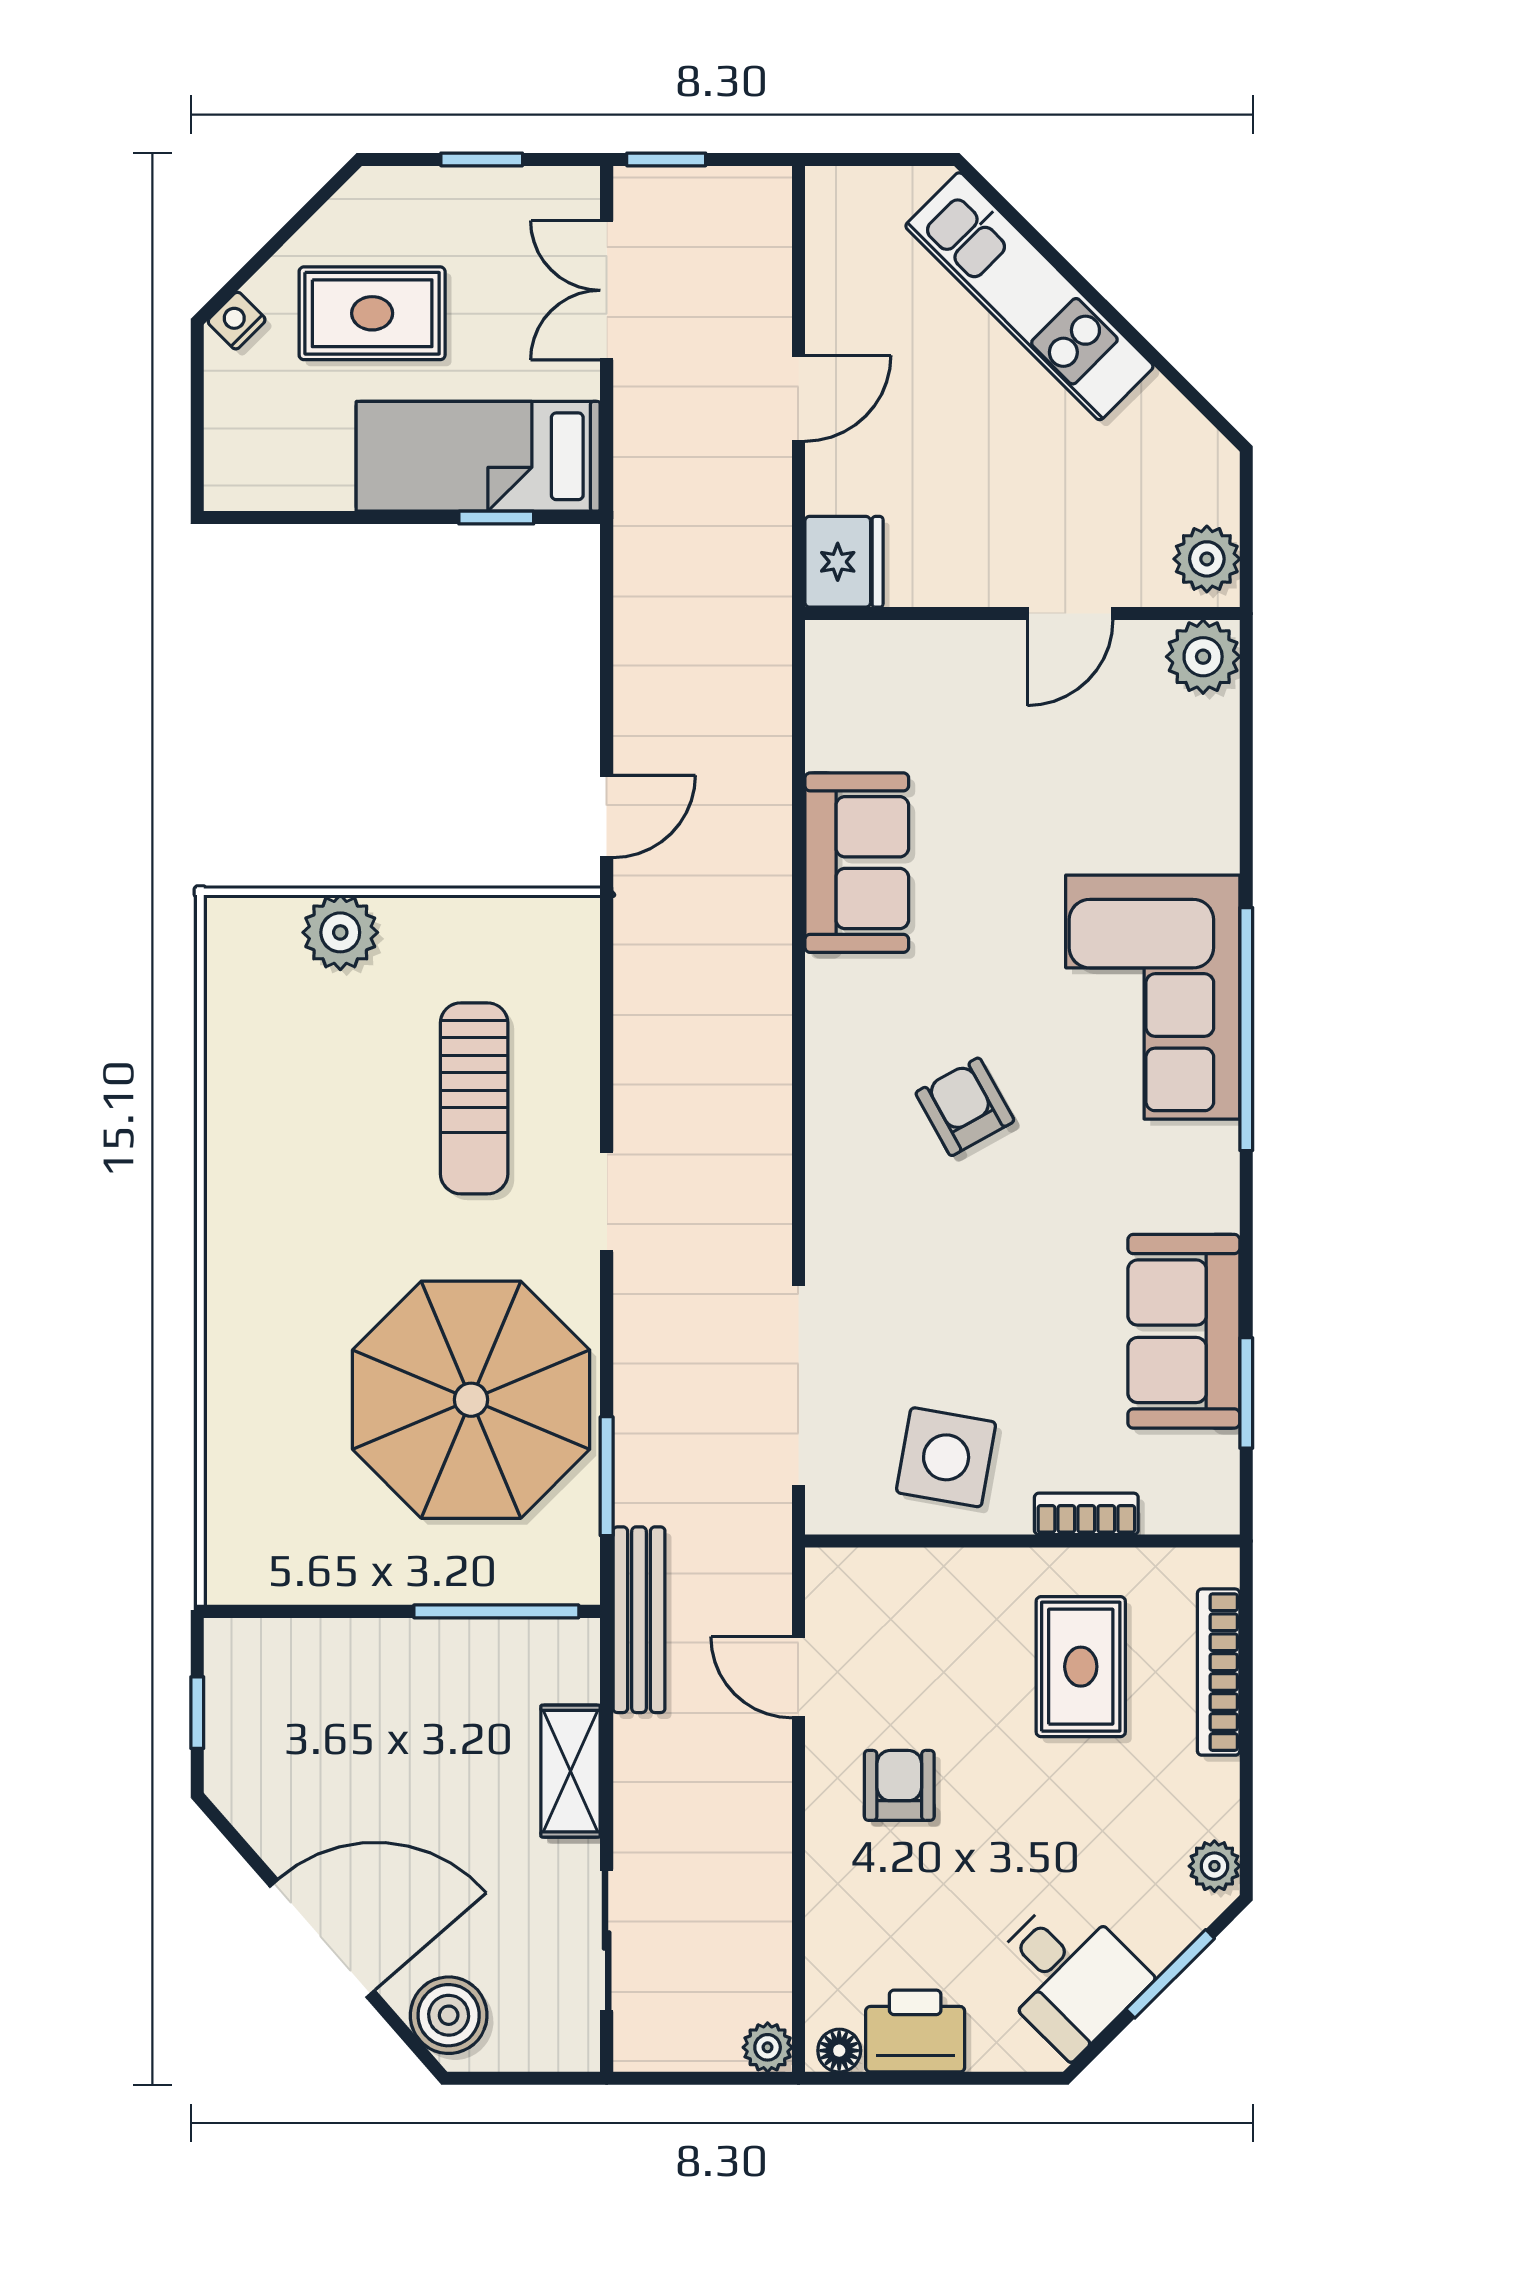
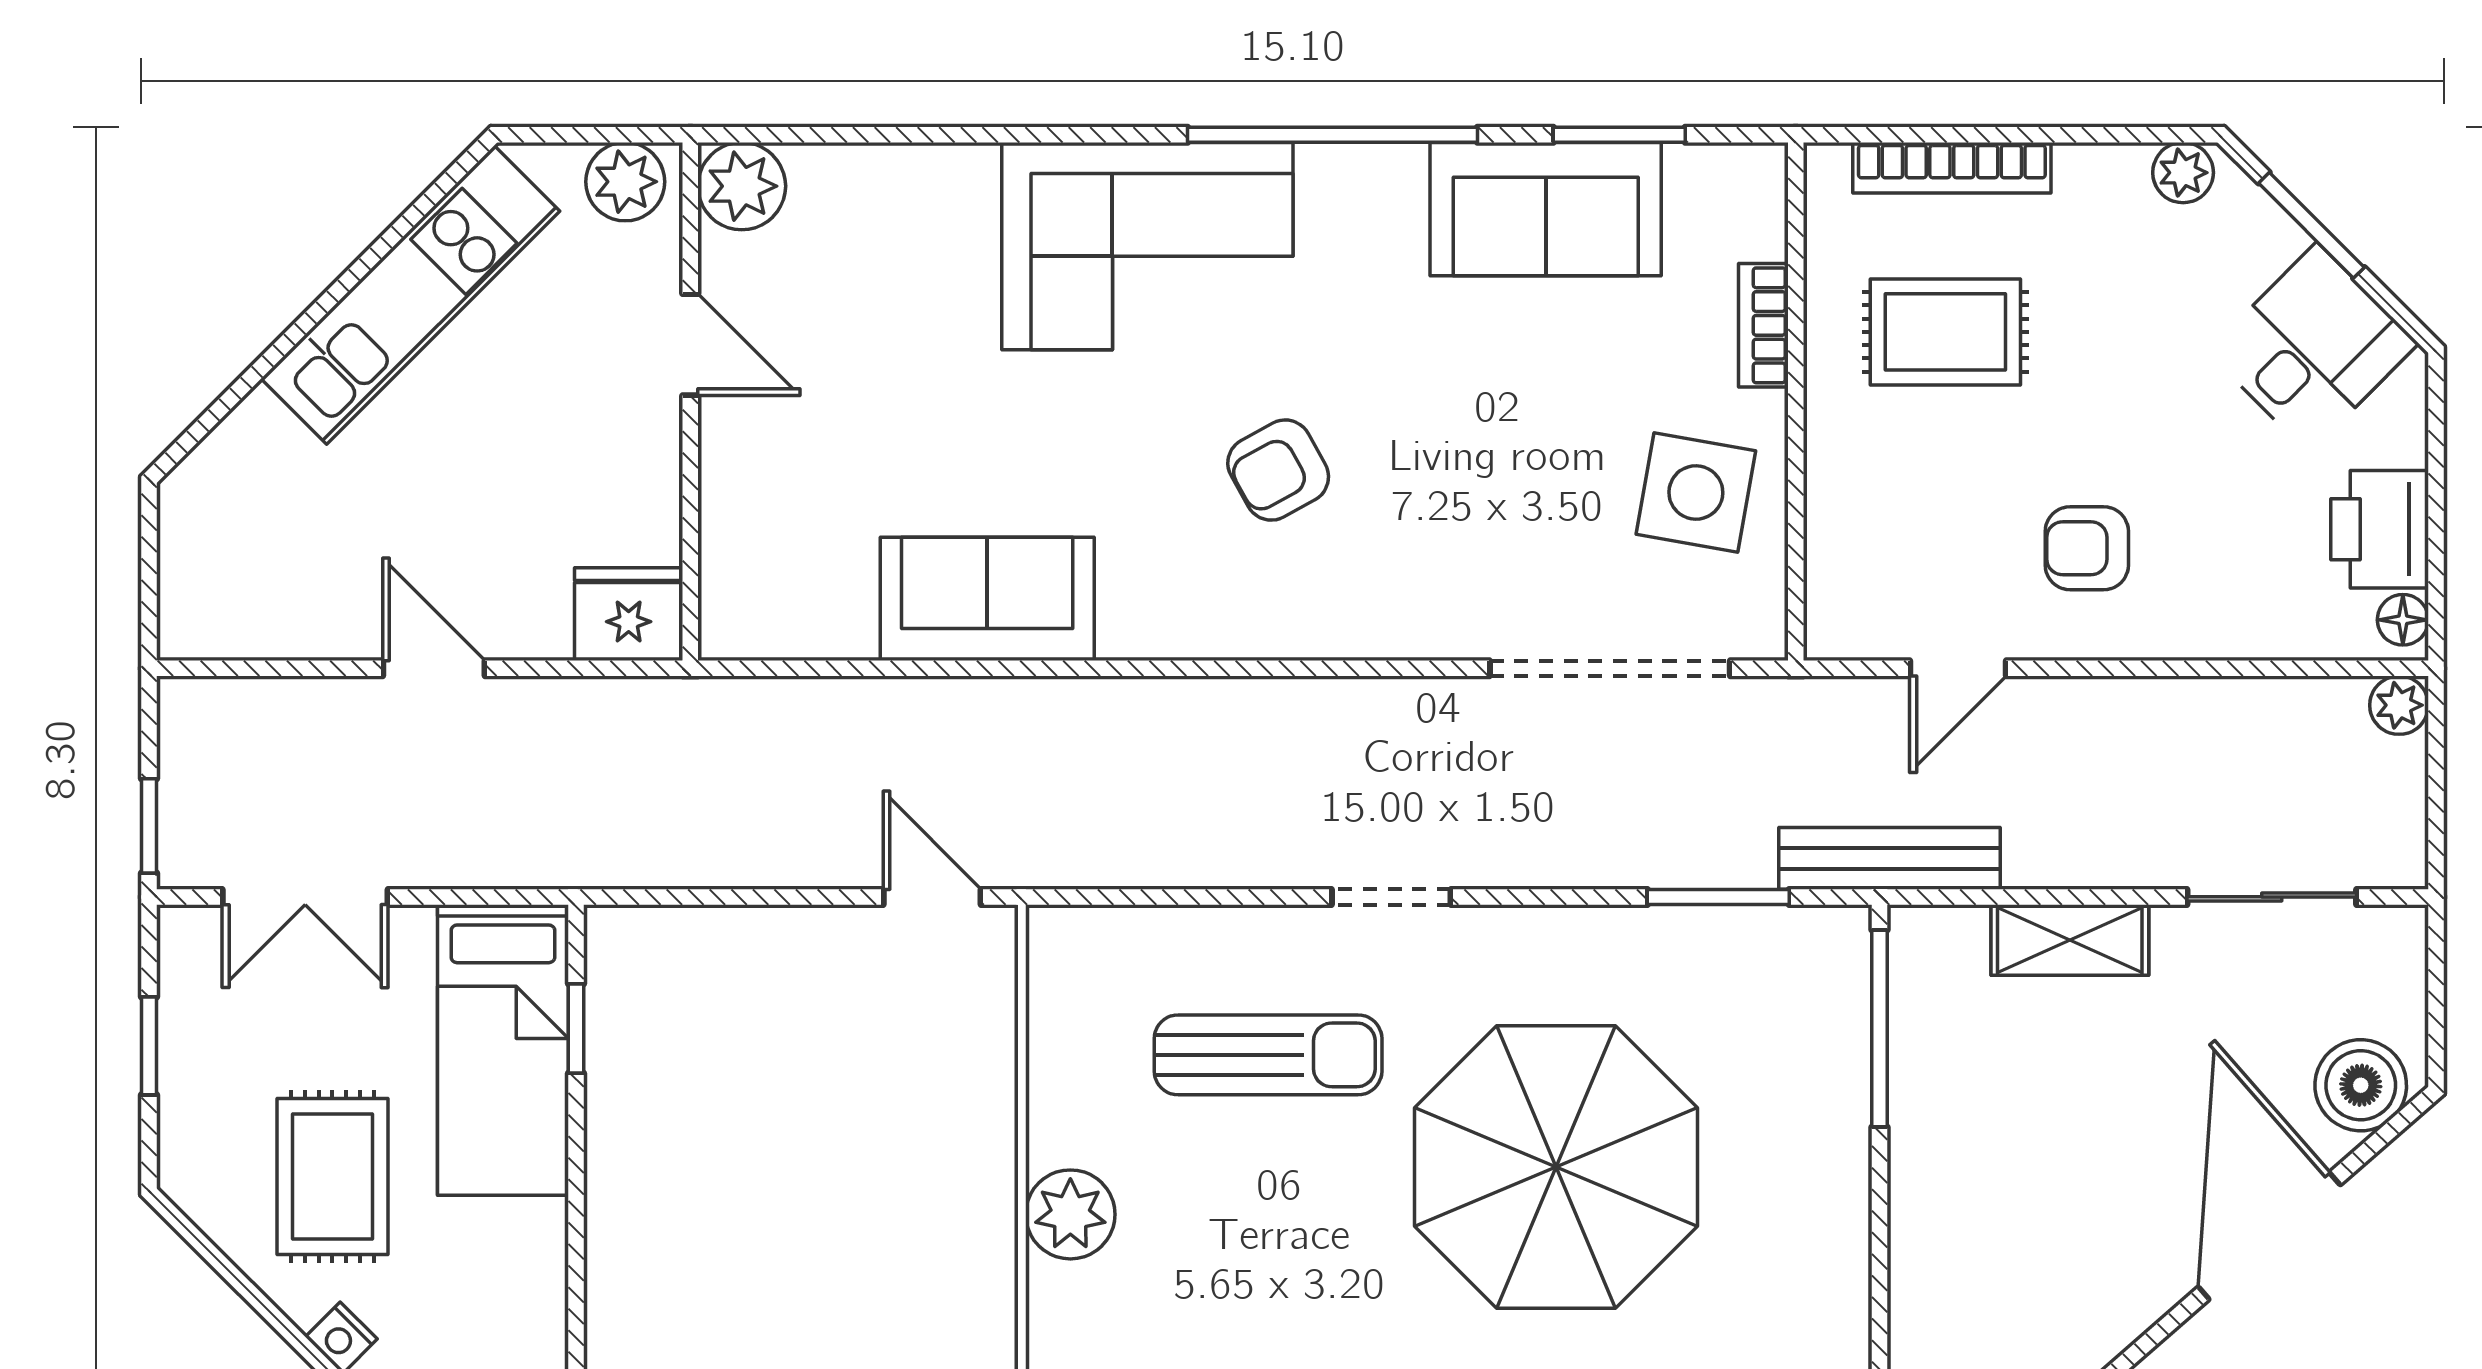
kitchen unit: (1029, 296) -> (410, 295), moved
window: (1246, 1029) -> (1332, 135), moved
parasol: (471, 1400) -> (1556, 1167), moved

